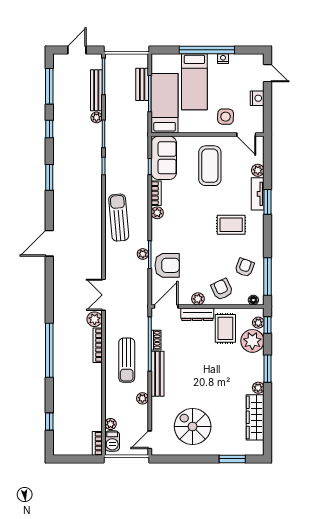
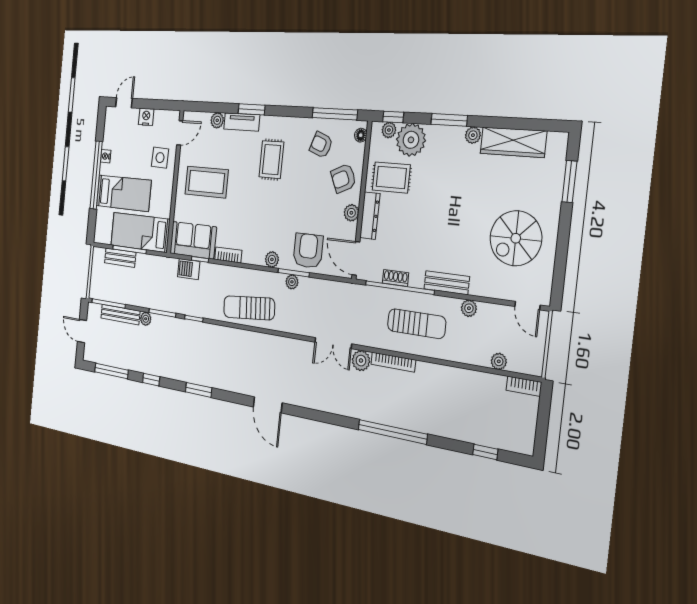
plant: (157, 213) -> (272, 259), moved
bench: (157, 374) -> (447, 283), width x0.73
barbecue: (112, 441) -> (189, 269), moved, turned 180

